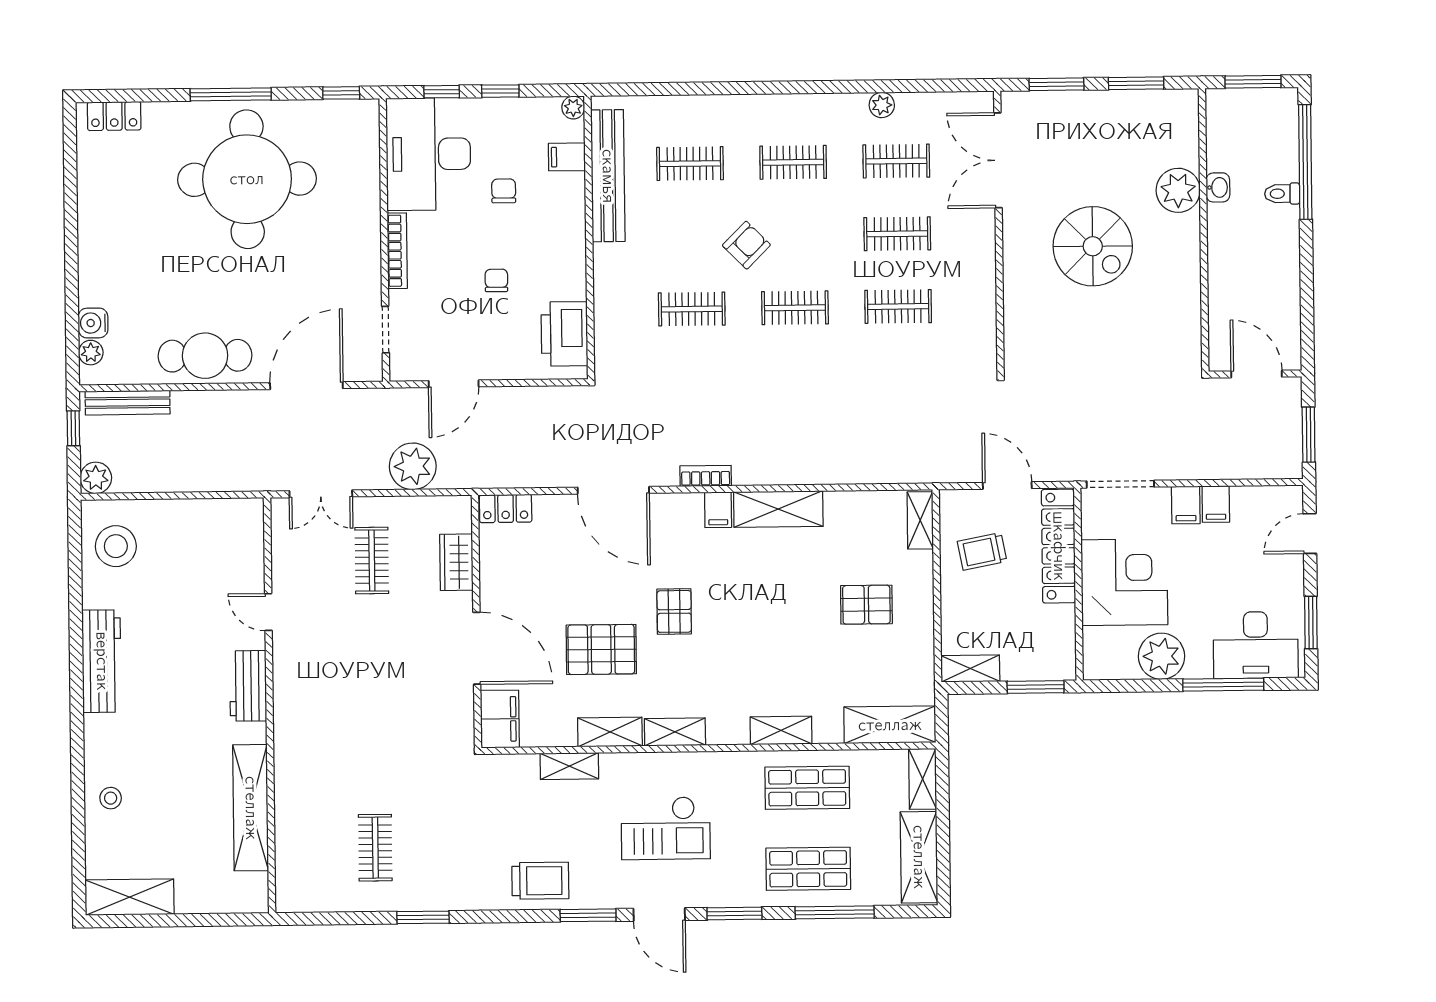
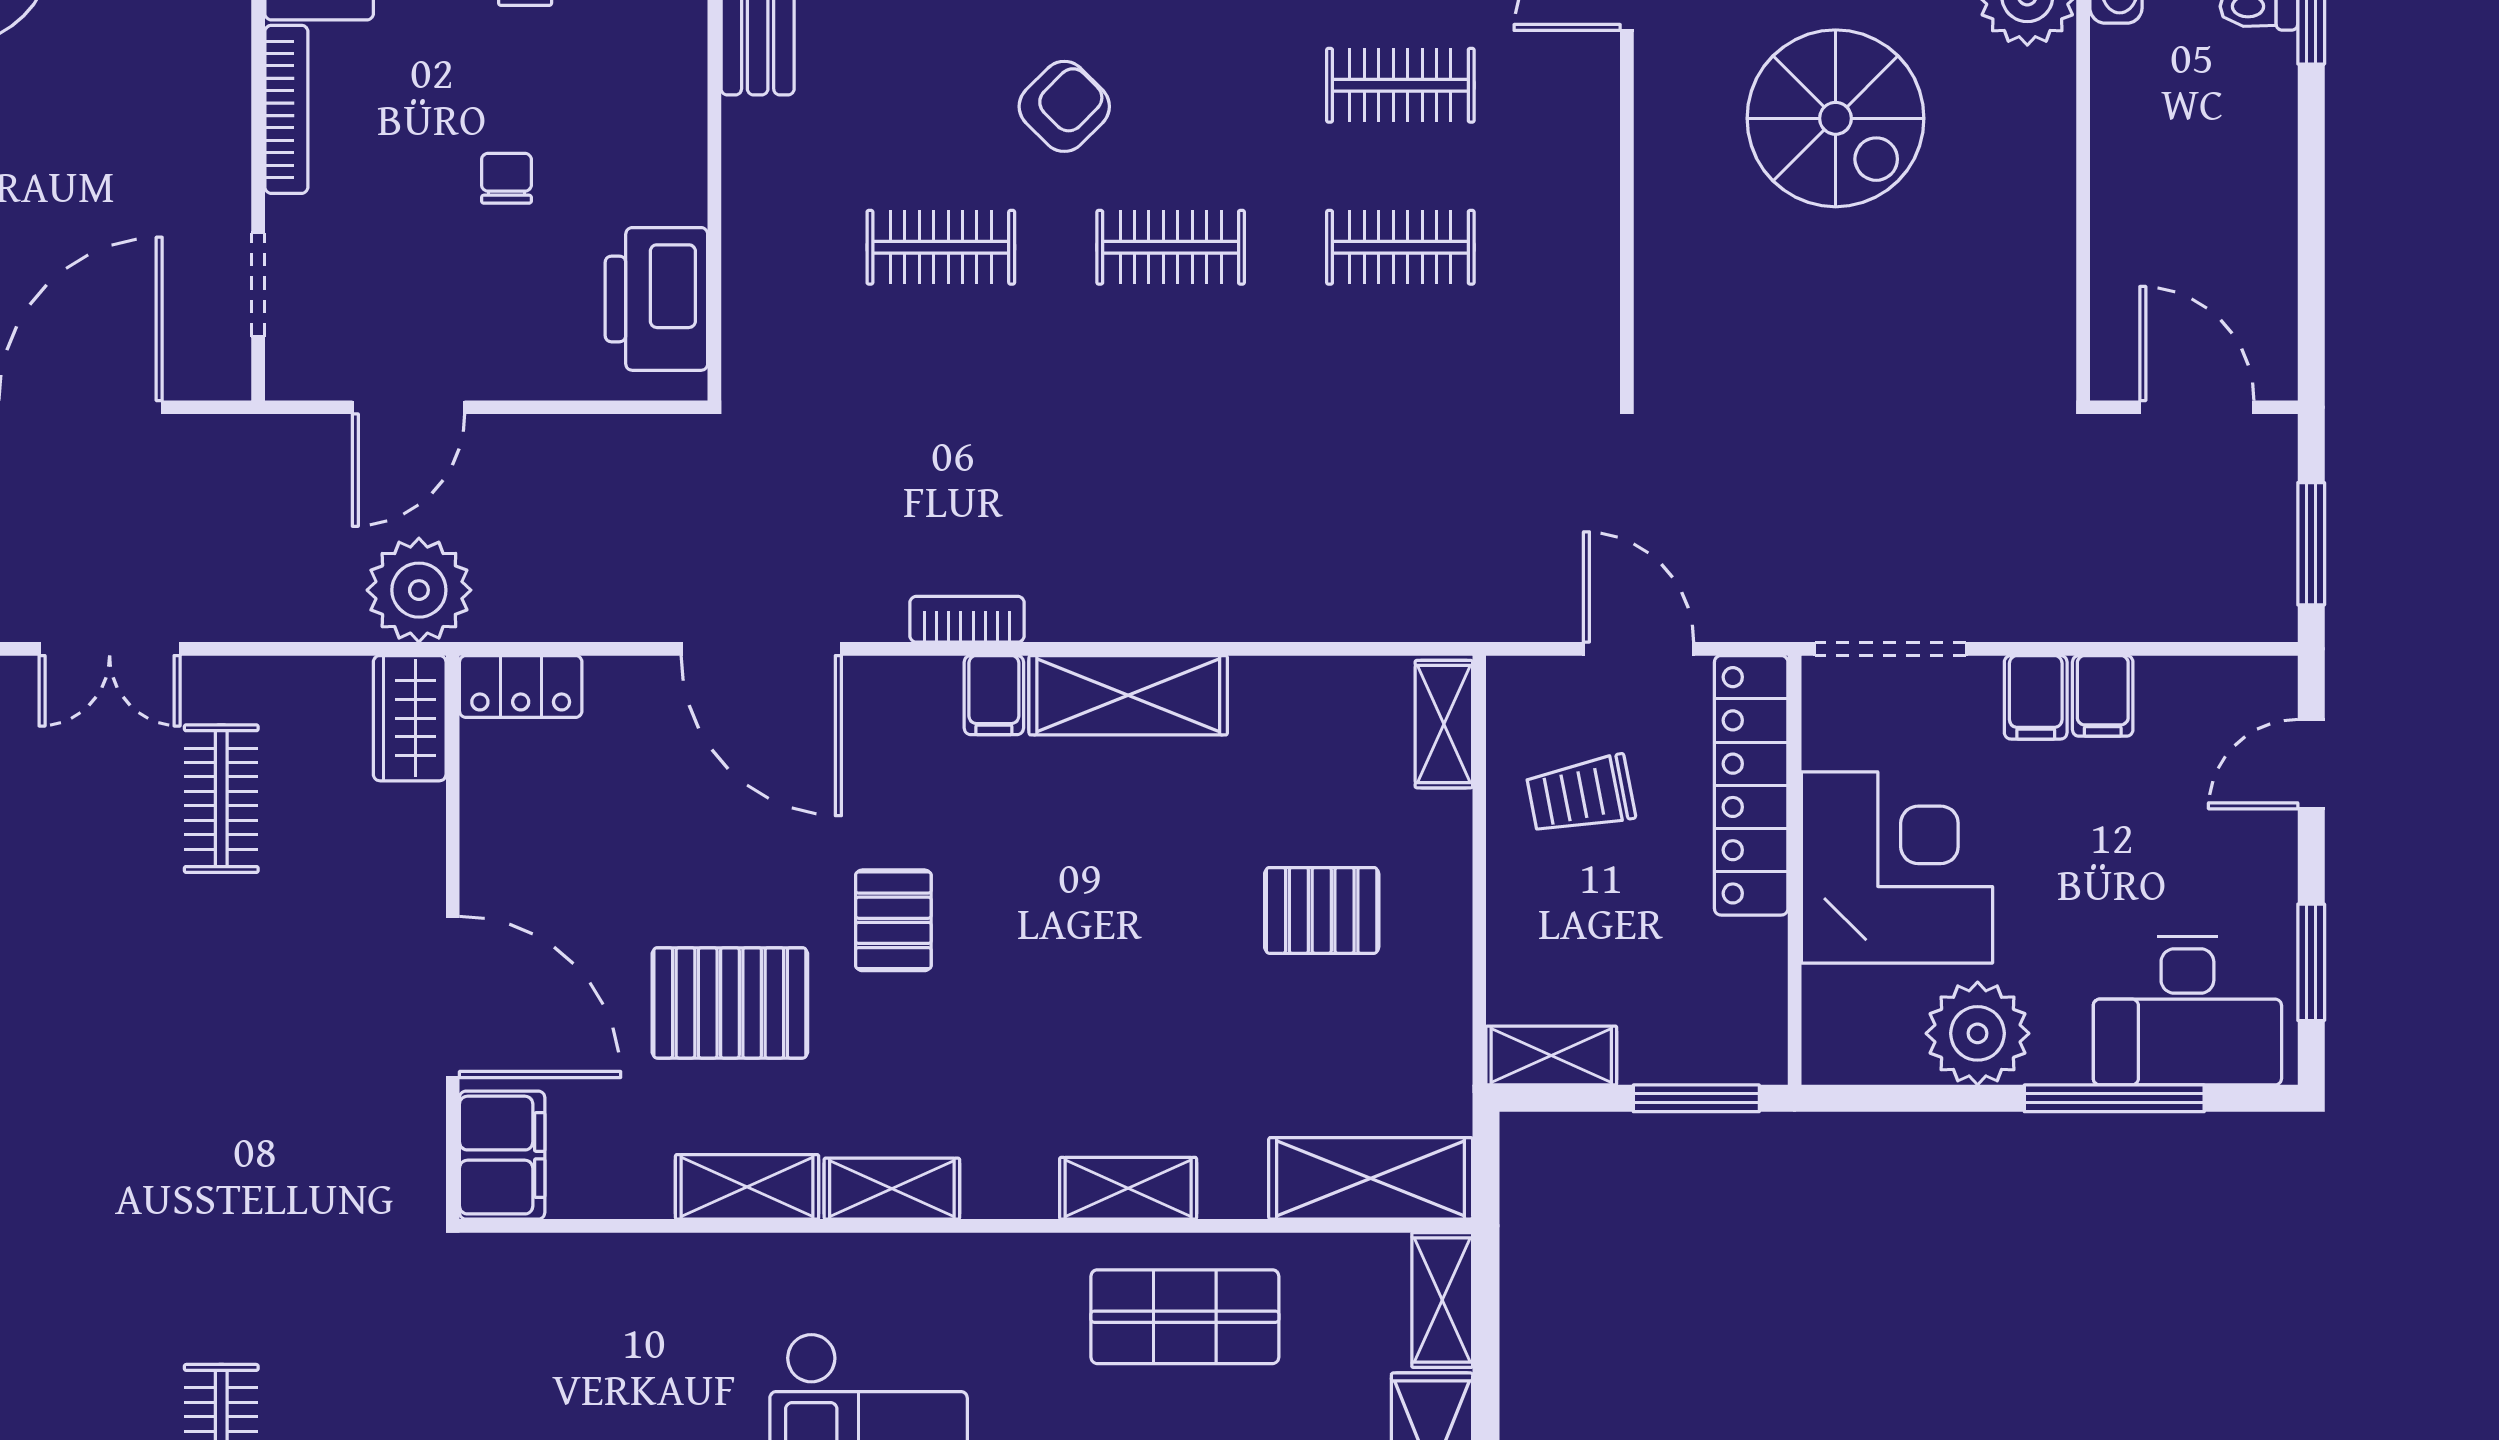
plant: (413, 466) -> (419, 590), moved
wardrobe: (456, 562) -> (410, 718), moved
shelving: (569, 766) -> (656, 1262), removed

